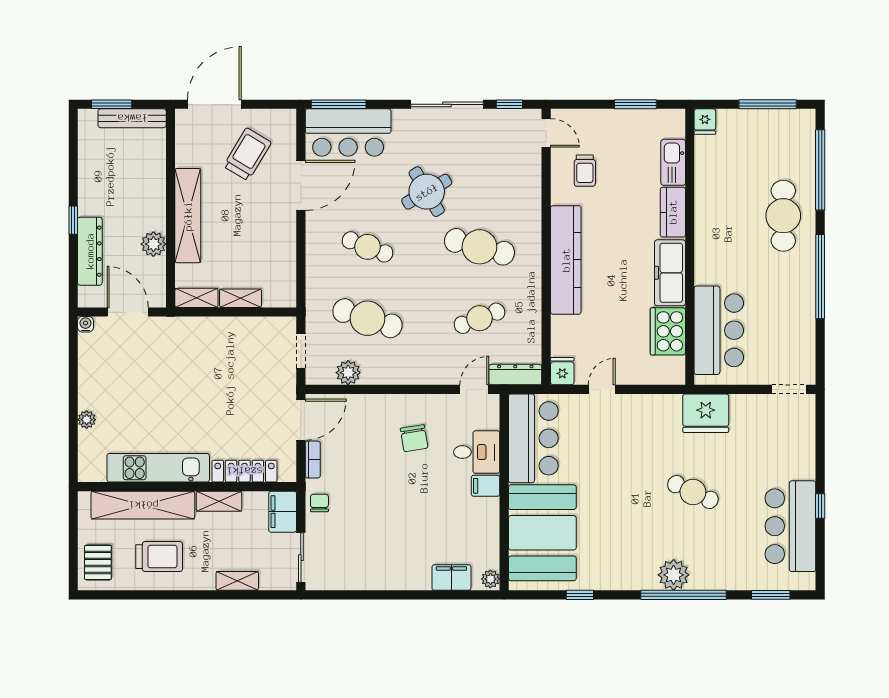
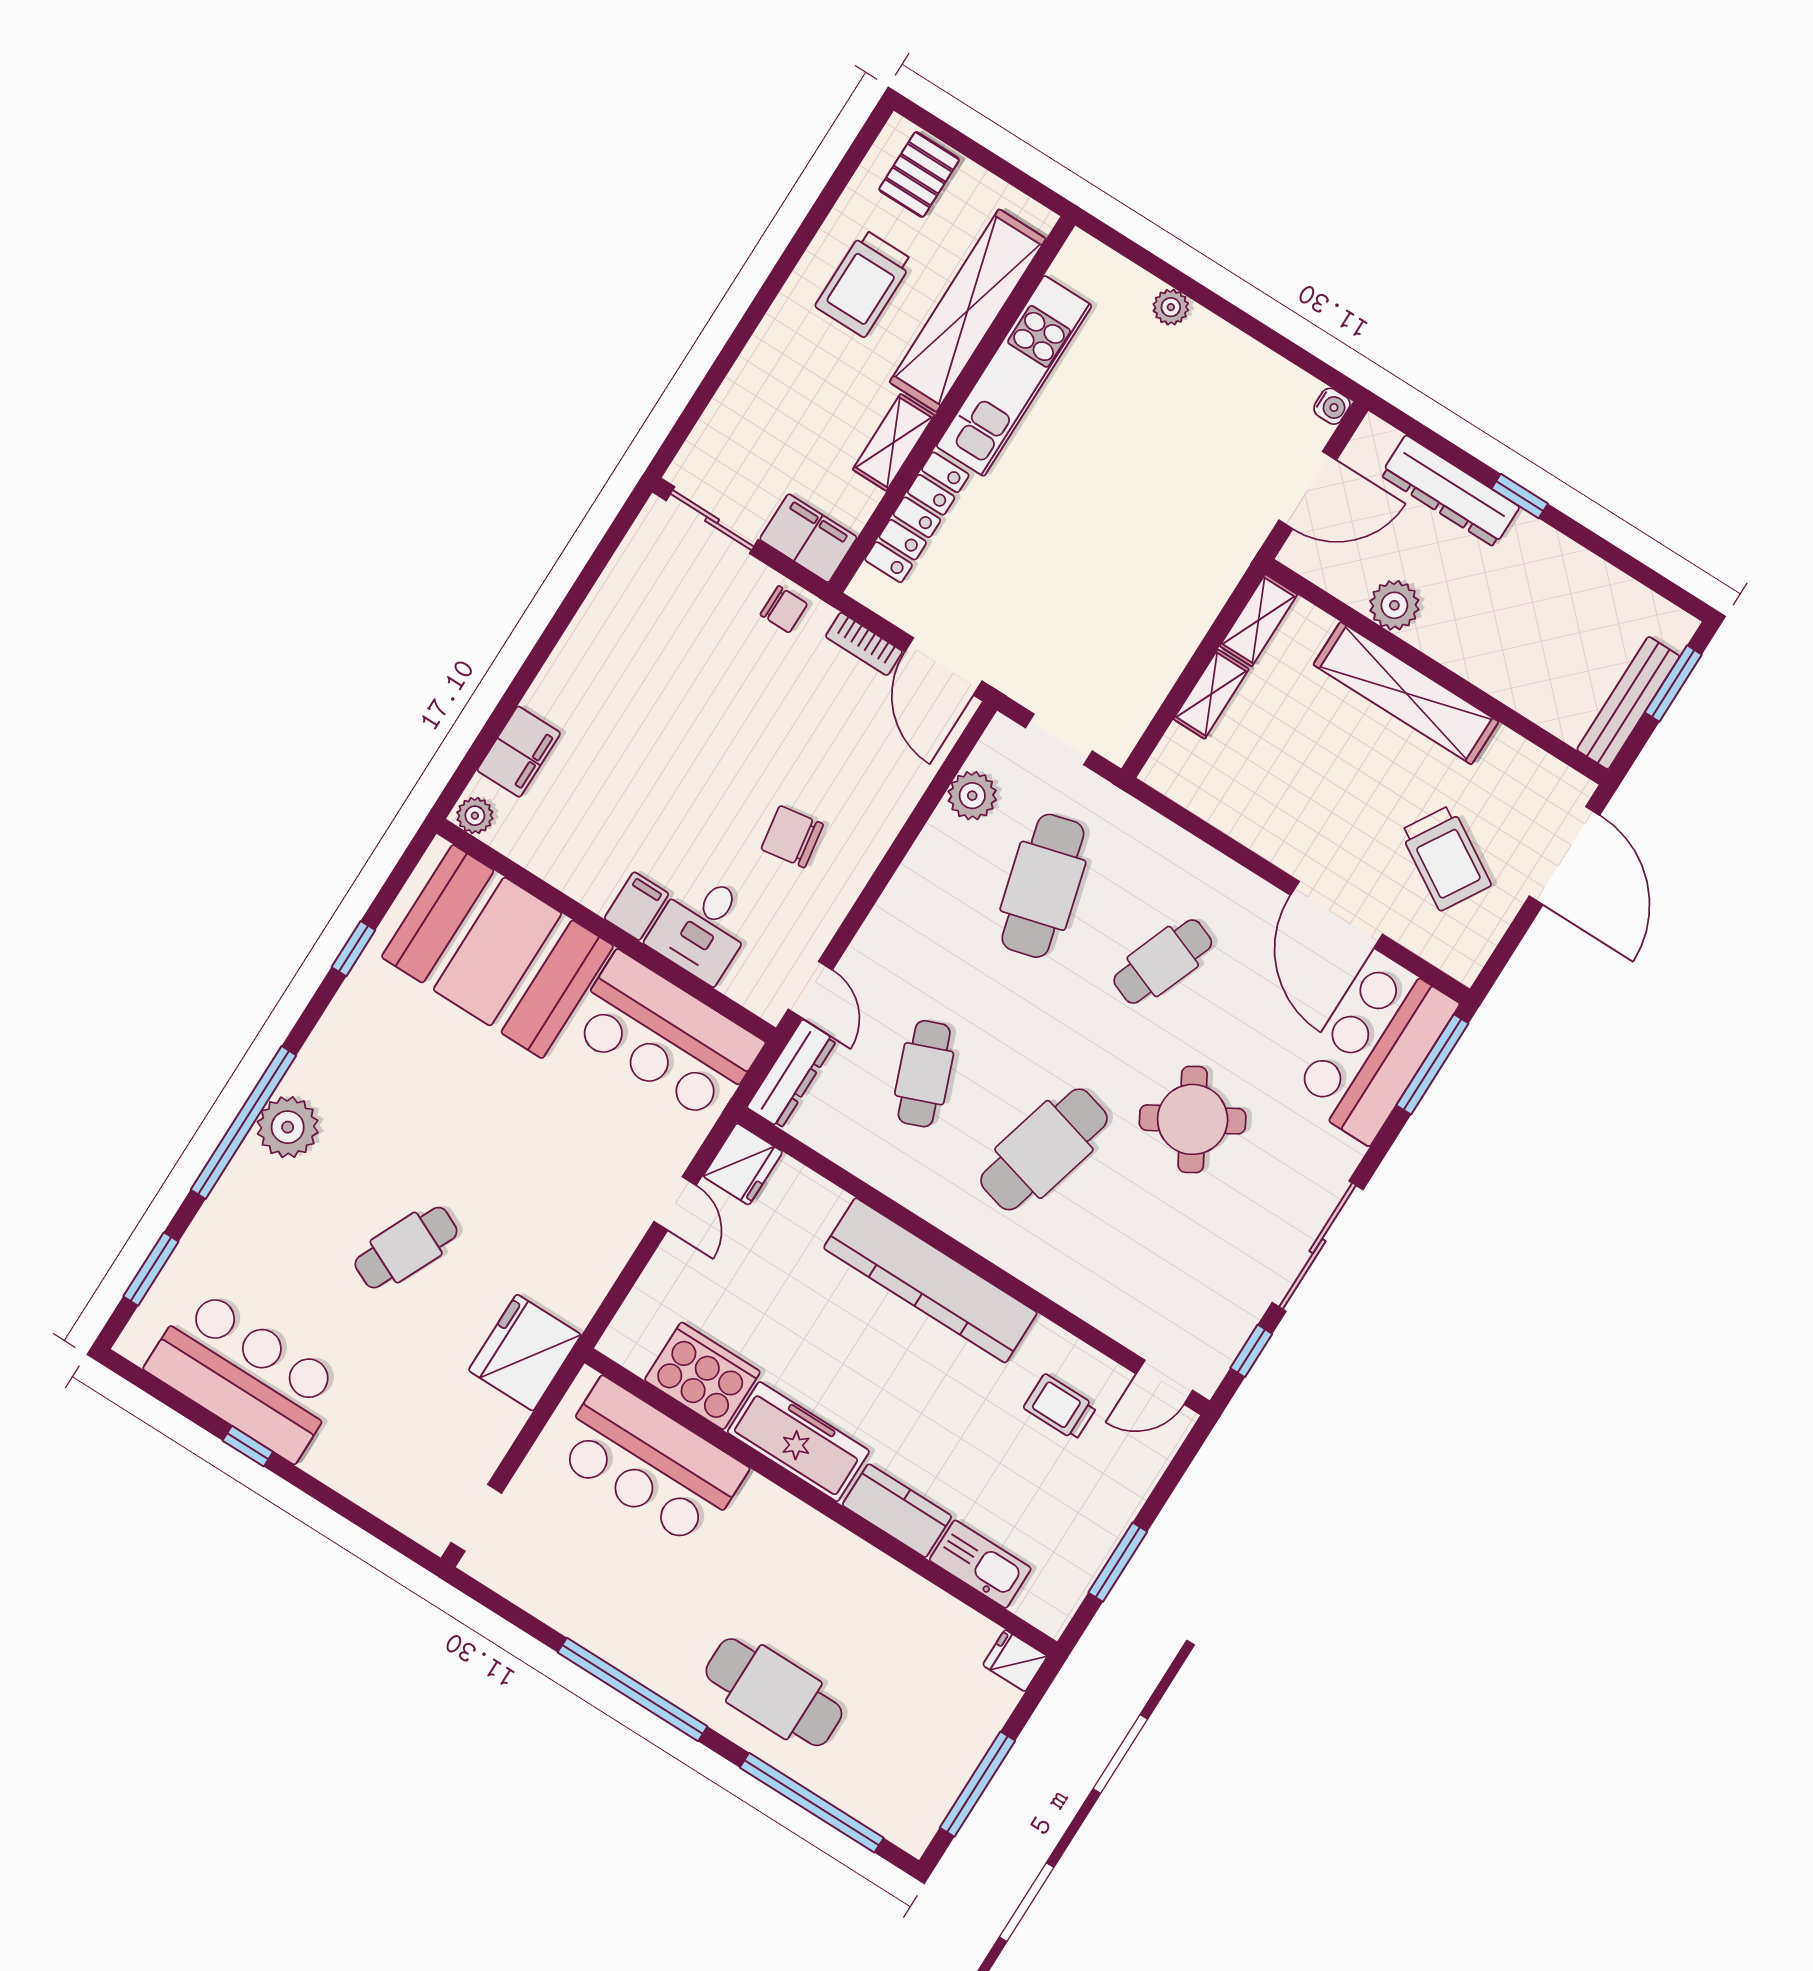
cafe table: (367, 318) -> (1043, 886), turned -33
fridge: (562, 371) -> (743, 1164), width x1.38
pallet: (98, 562) -> (919, 175), turned 90
shelving: (237, 581) -> (740, 388), removed

